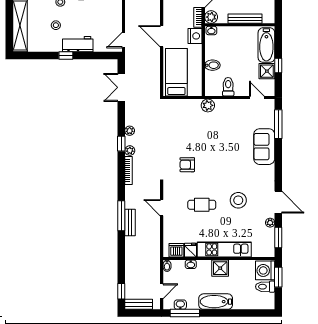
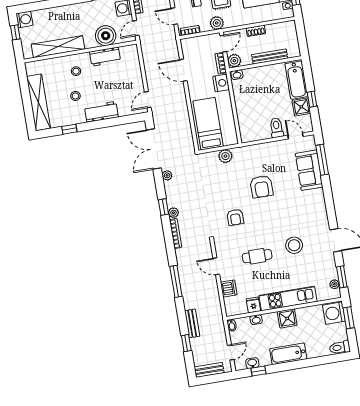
door: (162, 36) -> (183, 70), moved
window: (66, 56) -> (69, 129), moved
bidet: (212, 65) -> (244, 110), removed
double door: (121, 87) -> (154, 149), width x1.37
toilet: (228, 87) -> (277, 128), moved
plant: (208, 105) -> (225, 156), moved
plant: (130, 131) -> (167, 175), moved
armchair: (217, 140) -> (261, 187), added
sofa: (264, 147) -> (309, 170), moved
armchair: (187, 165) -> (235, 217), turned -90
bench: (130, 222) -> (192, 323), moved
plant: (270, 223) -> (334, 284), moved
dishwasher: (176, 250) -> (229, 288), moved, turned 90
toilet: (265, 287) -> (340, 347), moved
window: (121, 291) -> (186, 343), moved
window: (185, 313) -> (258, 371), width x0.46

